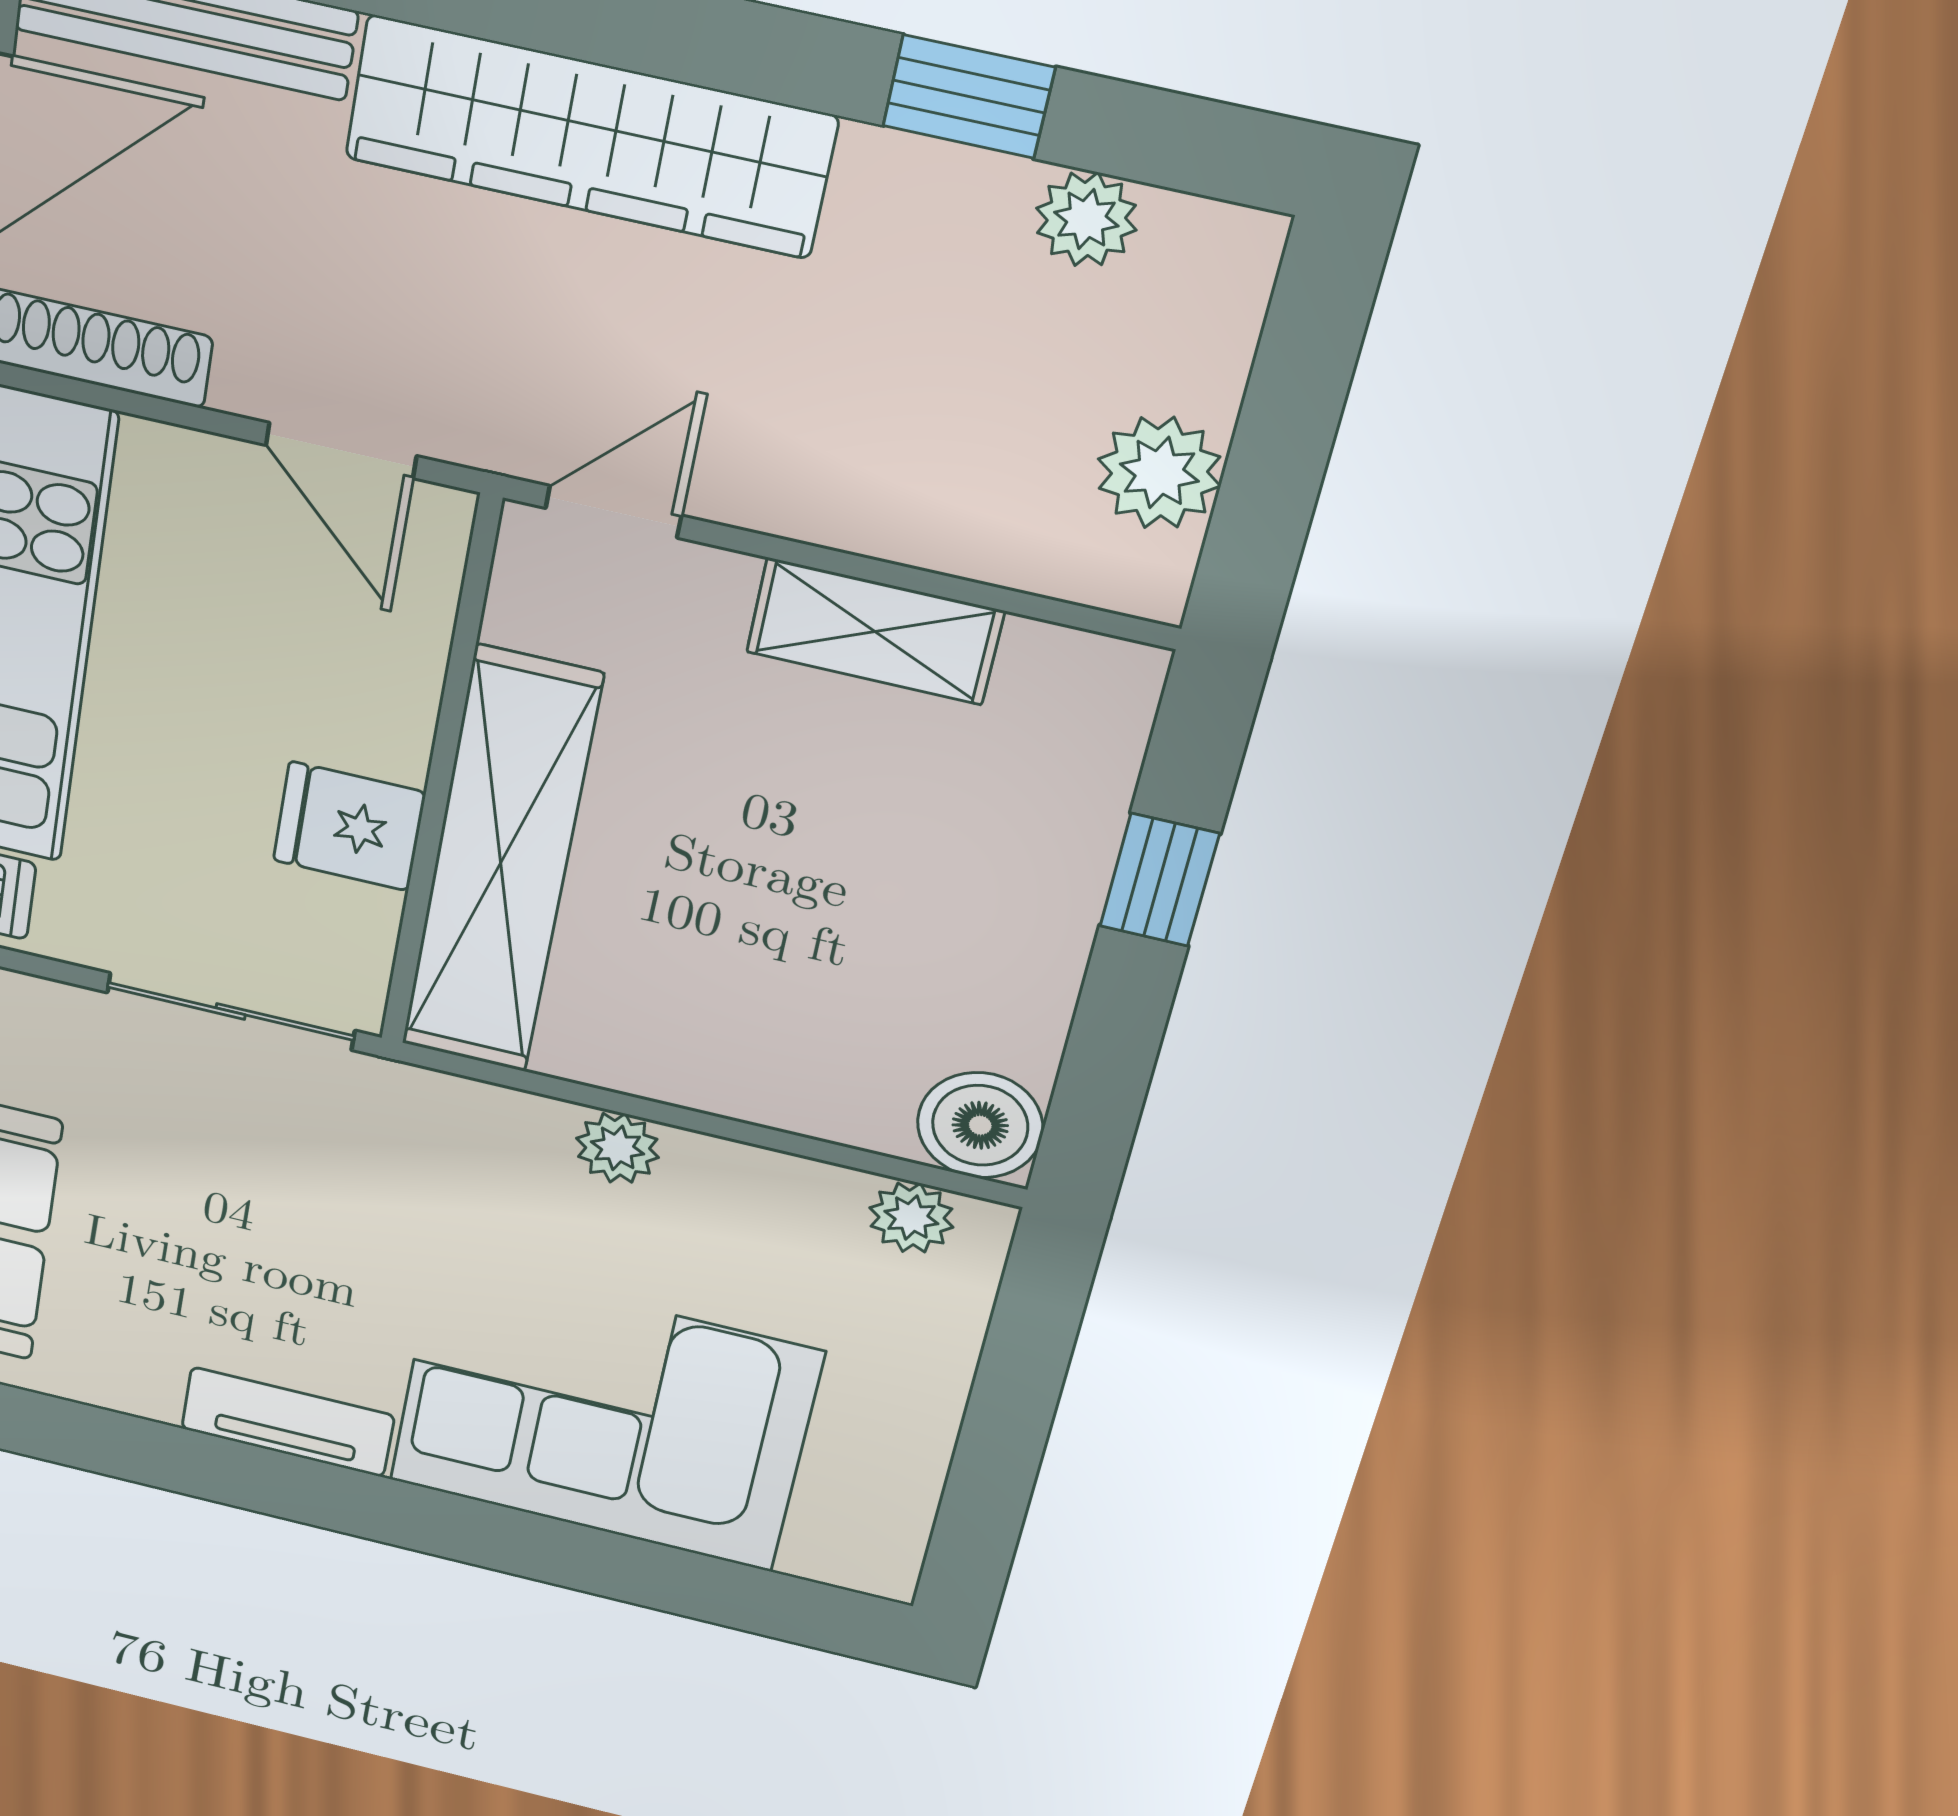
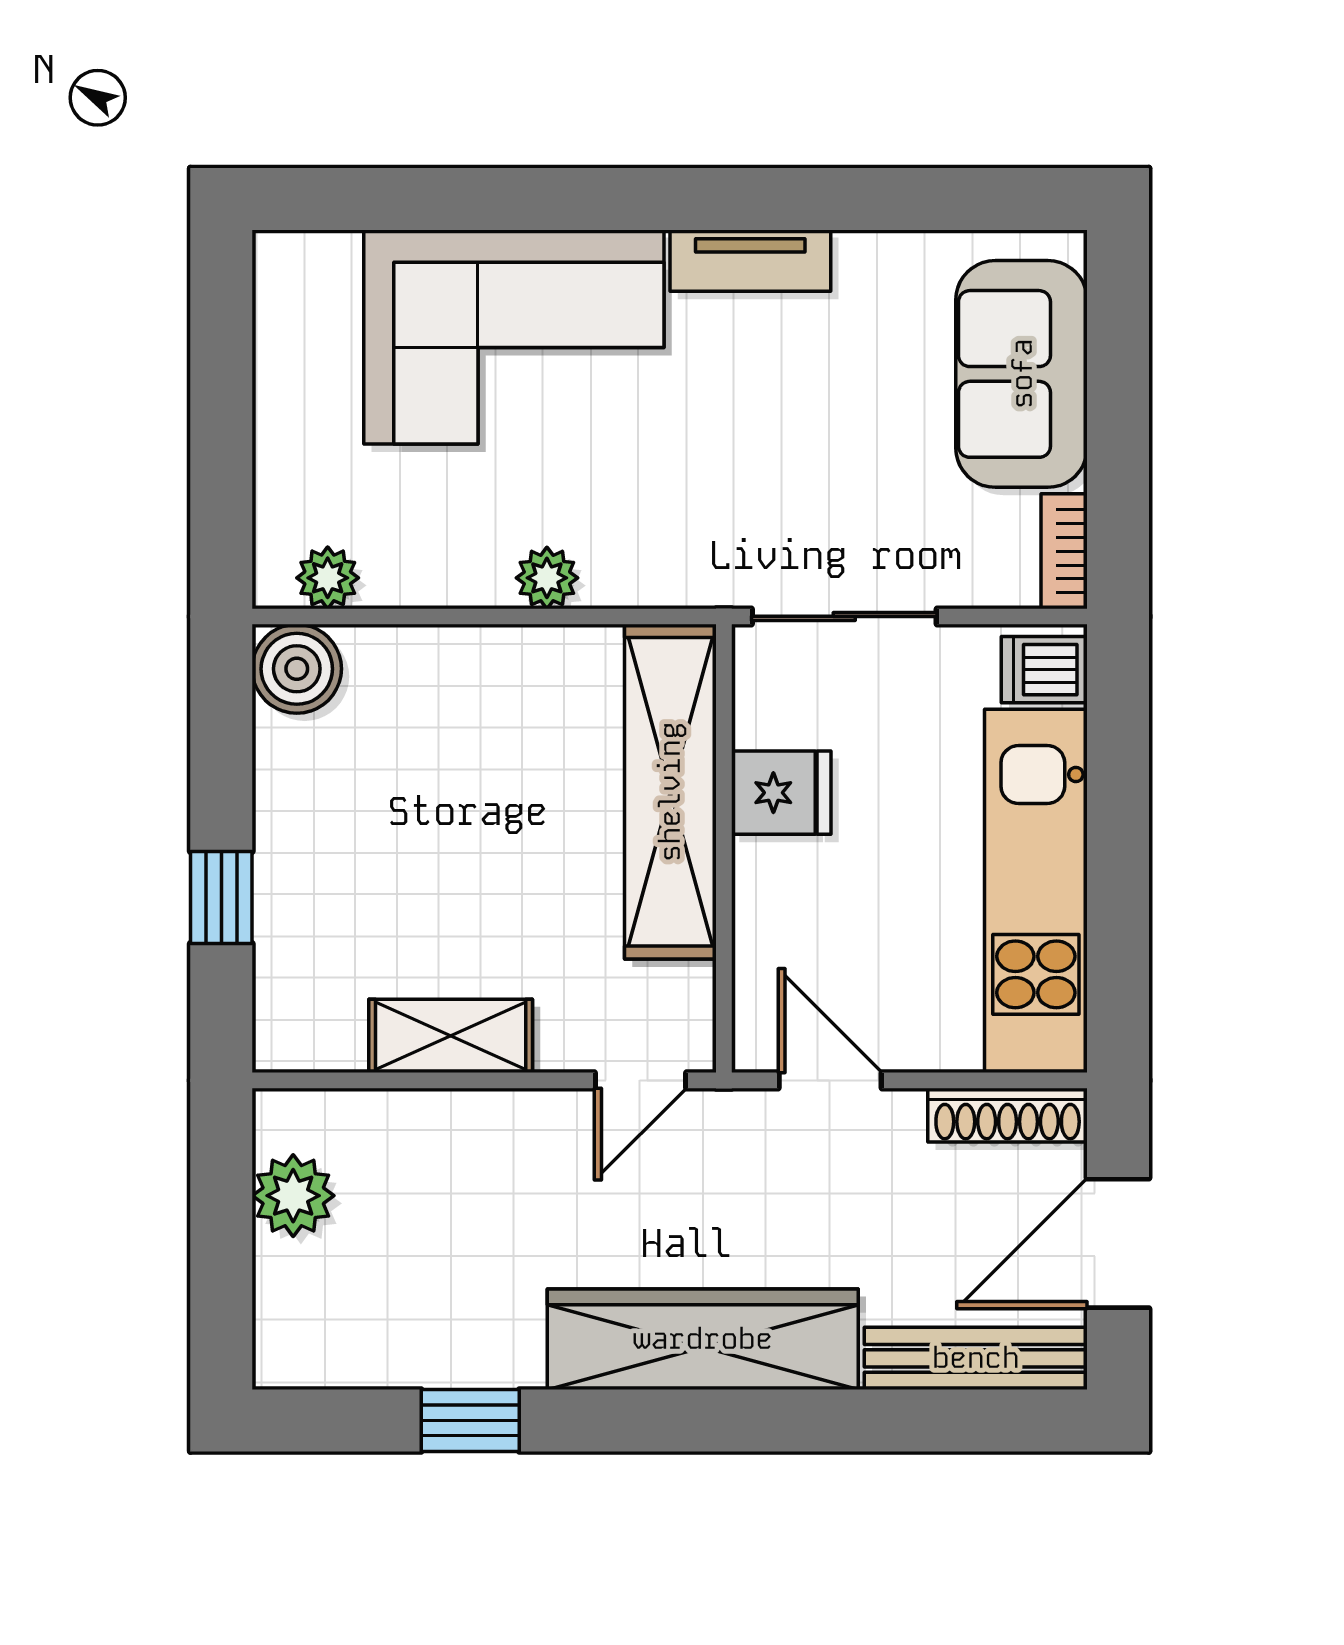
plant: (1086, 219) -> (379, 1357), removed

